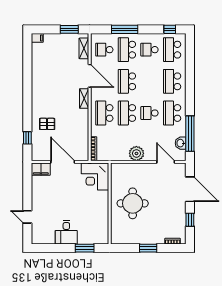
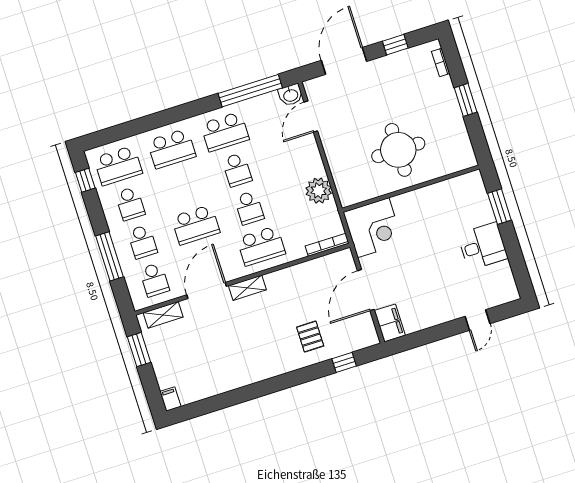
school desk: (127, 50) -> (142, 242), width x0.54
school desk: (127, 113) -> (249, 208), width x0.54
washbasin: (181, 143) -> (291, 95), moved
plant: (136, 153) -> (319, 191), moved

